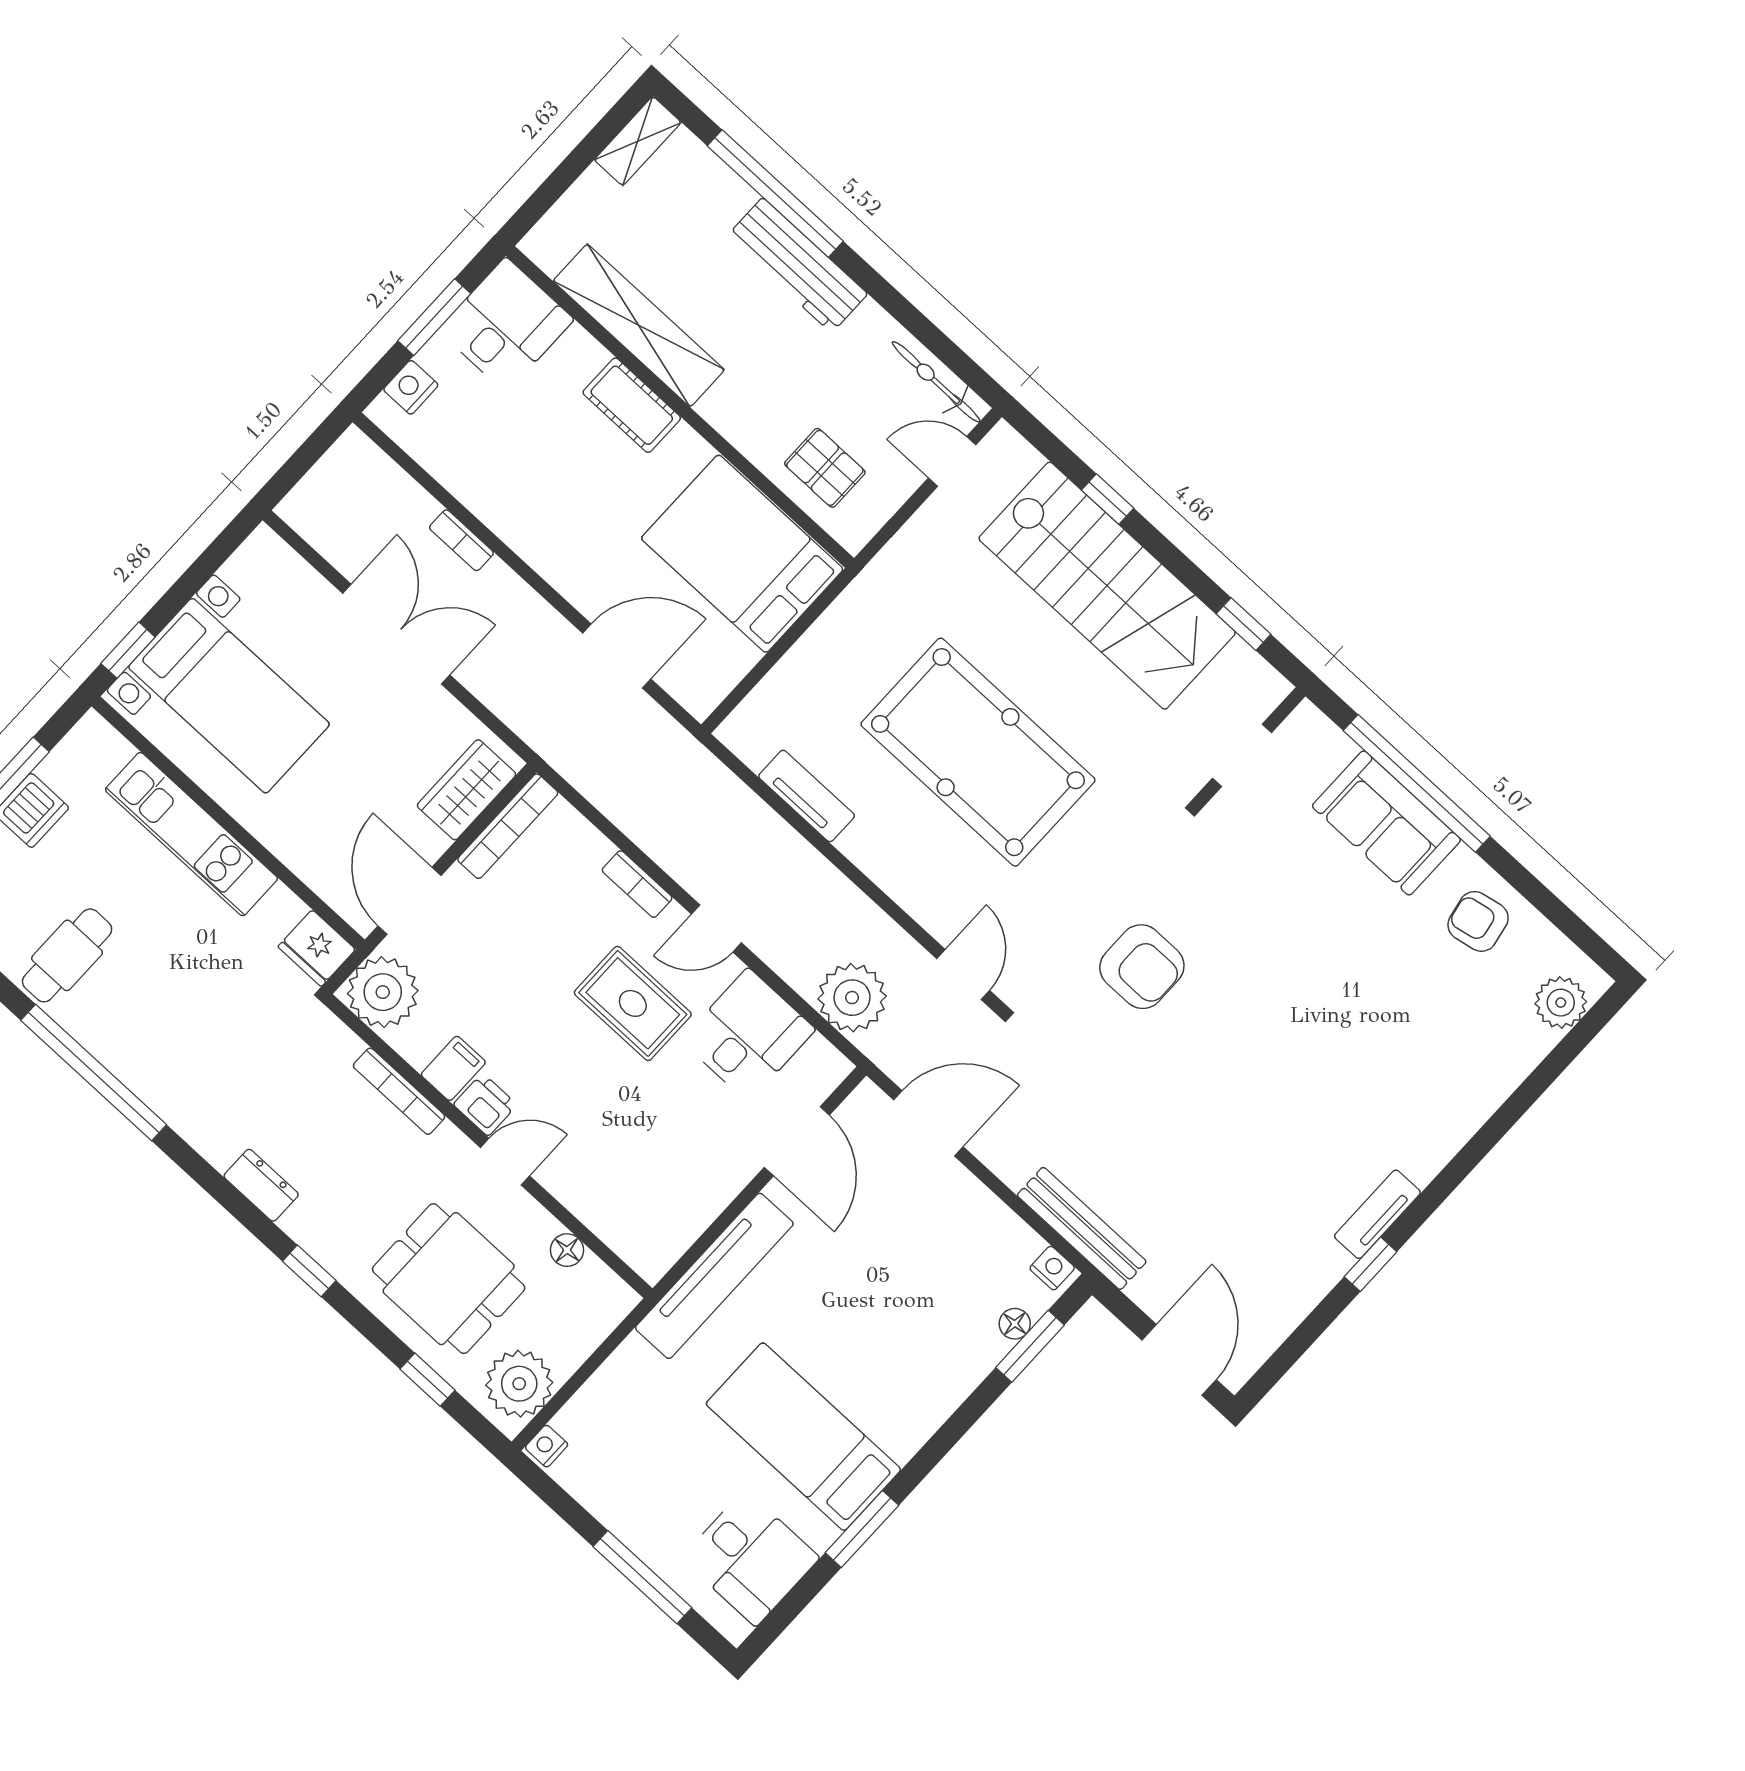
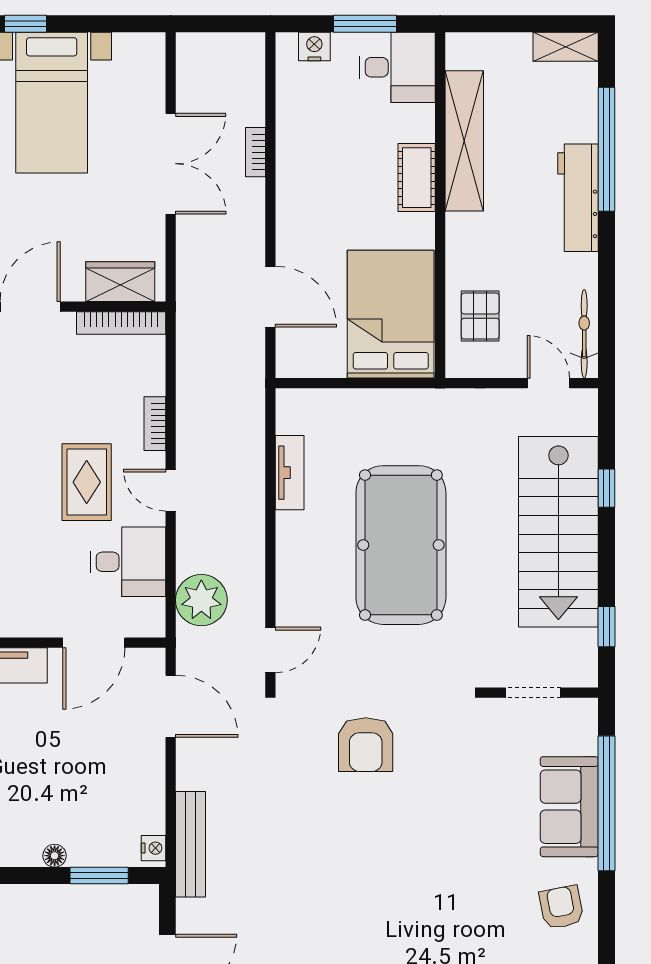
floor lamp: (1015, 1324) -> (55, 856), moved

